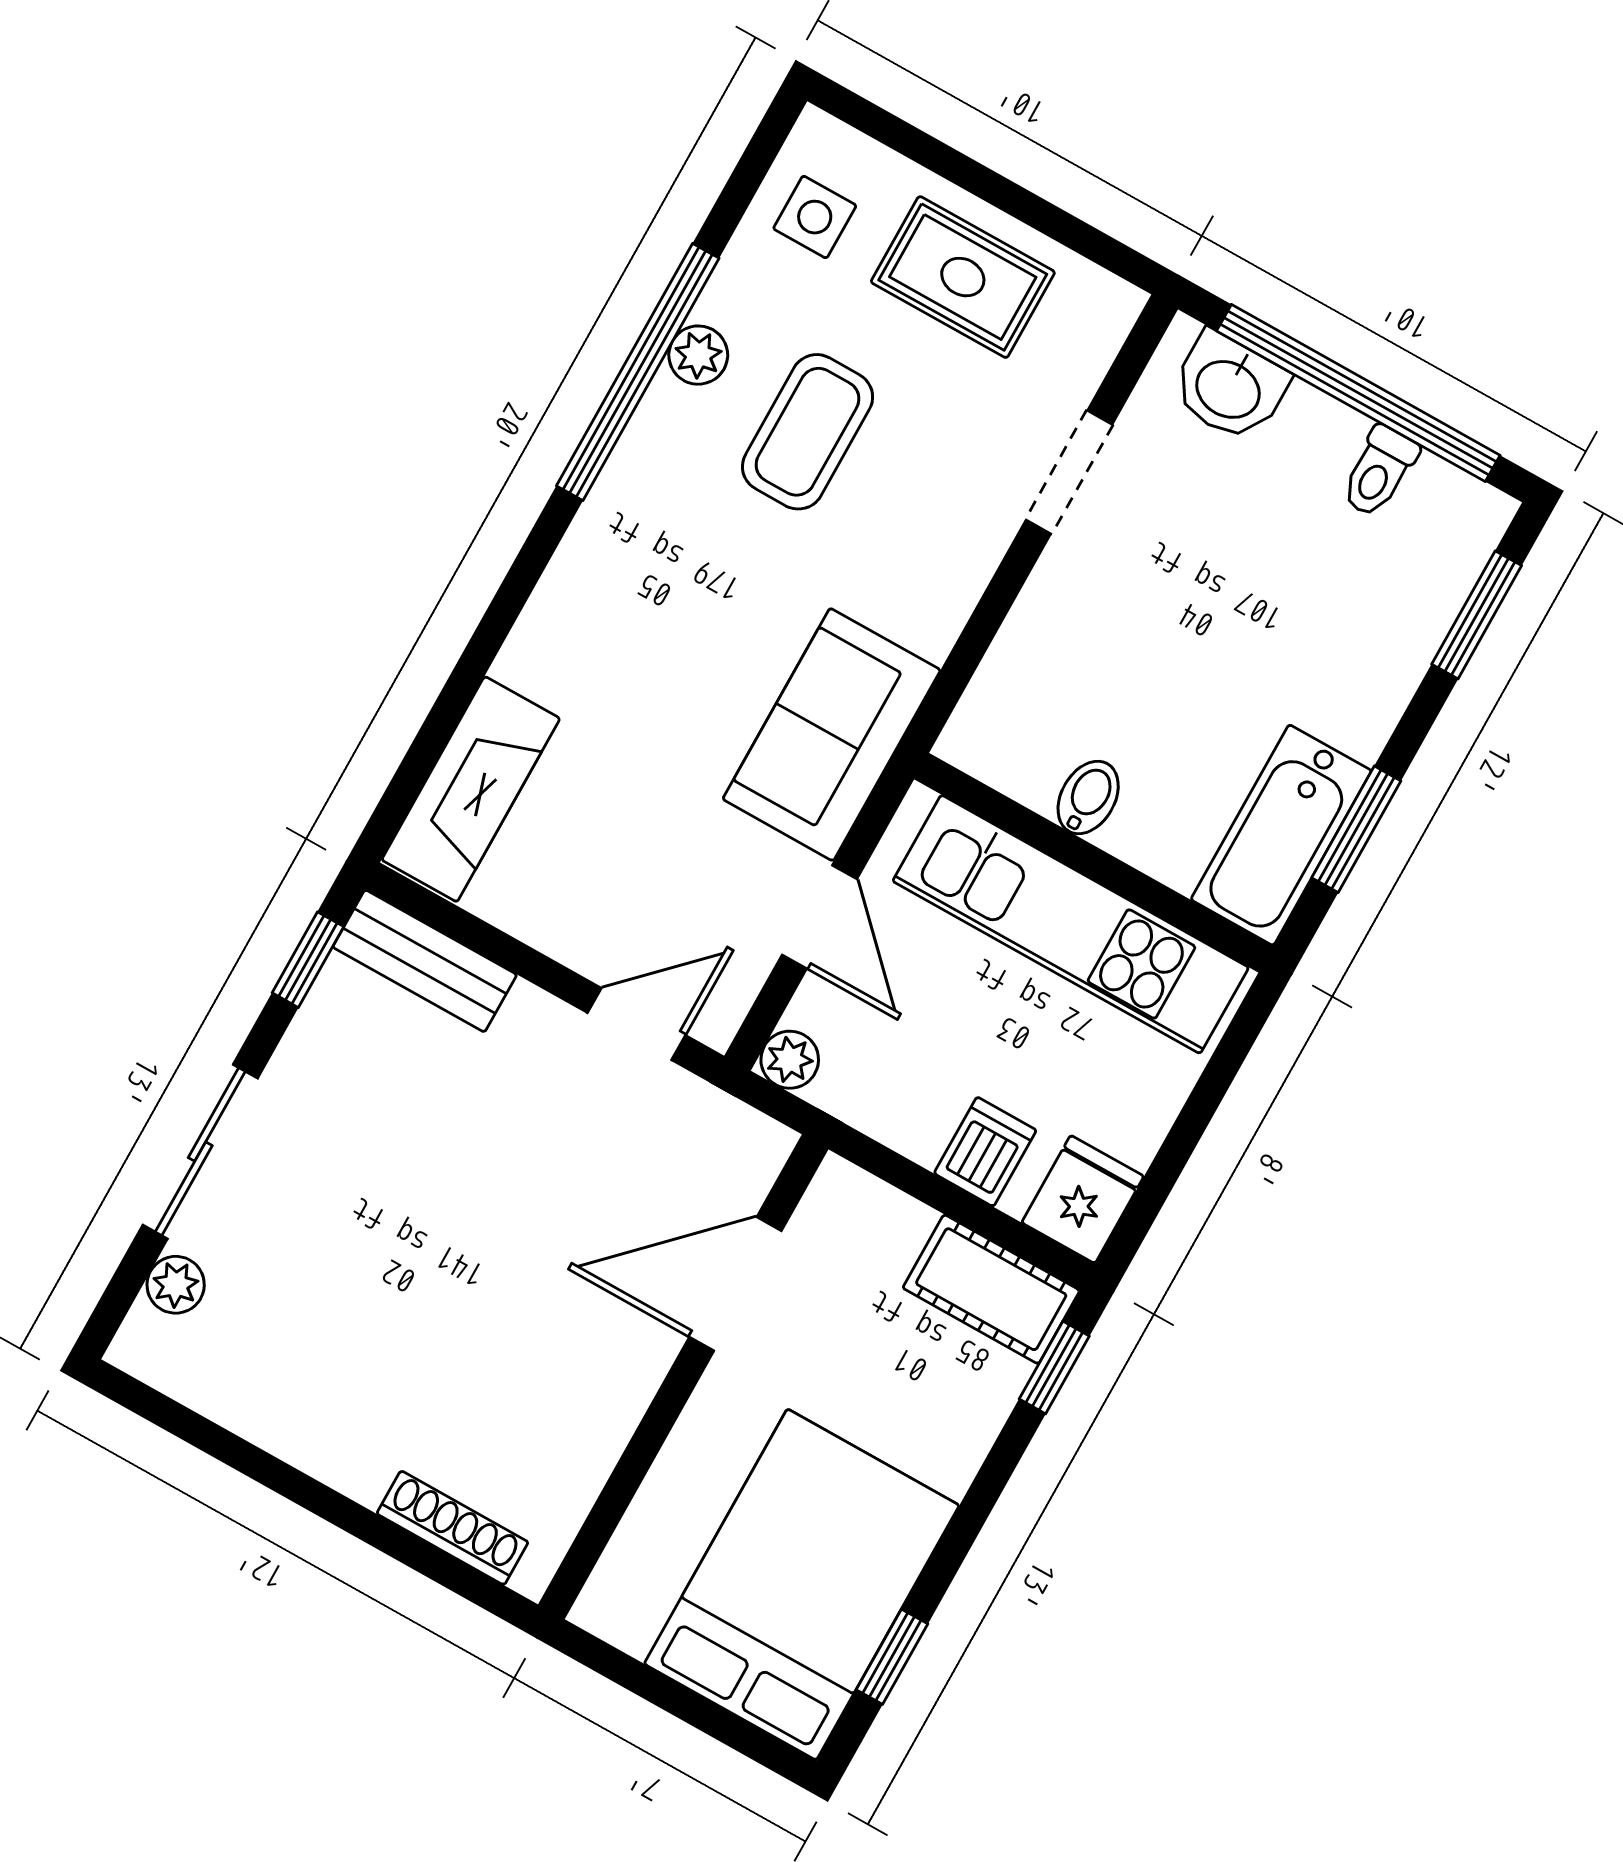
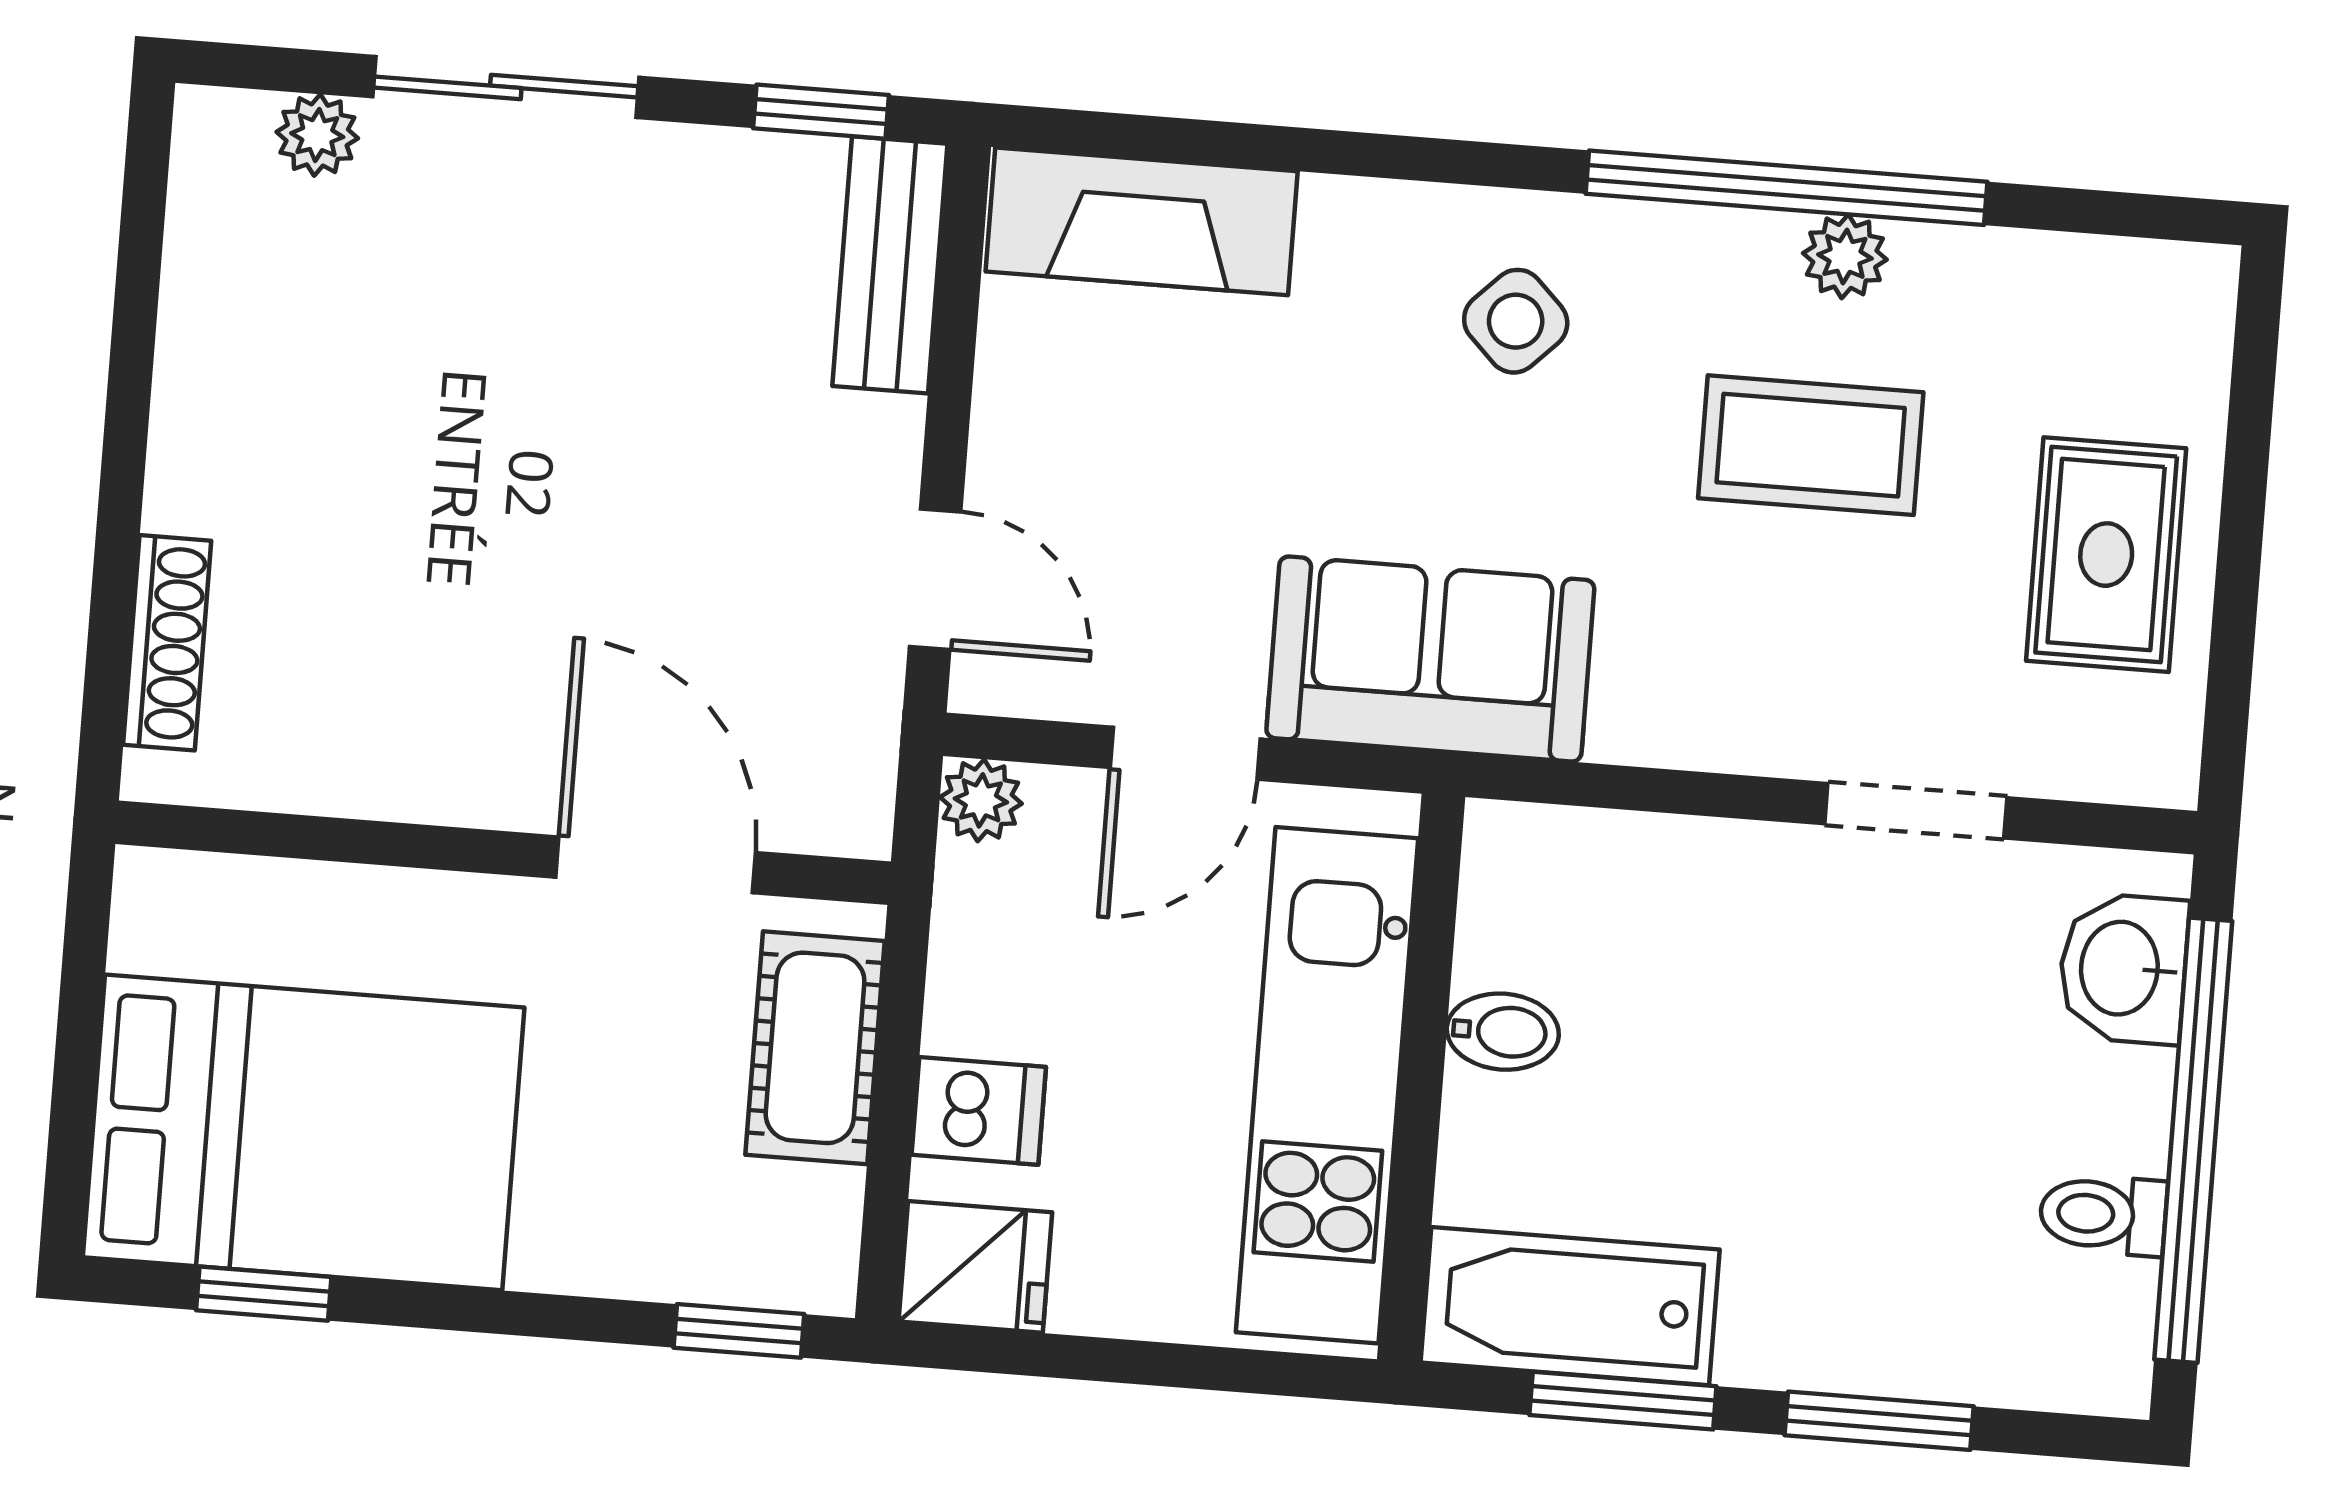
side table: (815, 217) -> (1516, 321), moved, turned 45
window: (1477, 615) -> (1879, 1421), moved
cot: (991, 1289) -> (815, 1048), moved

